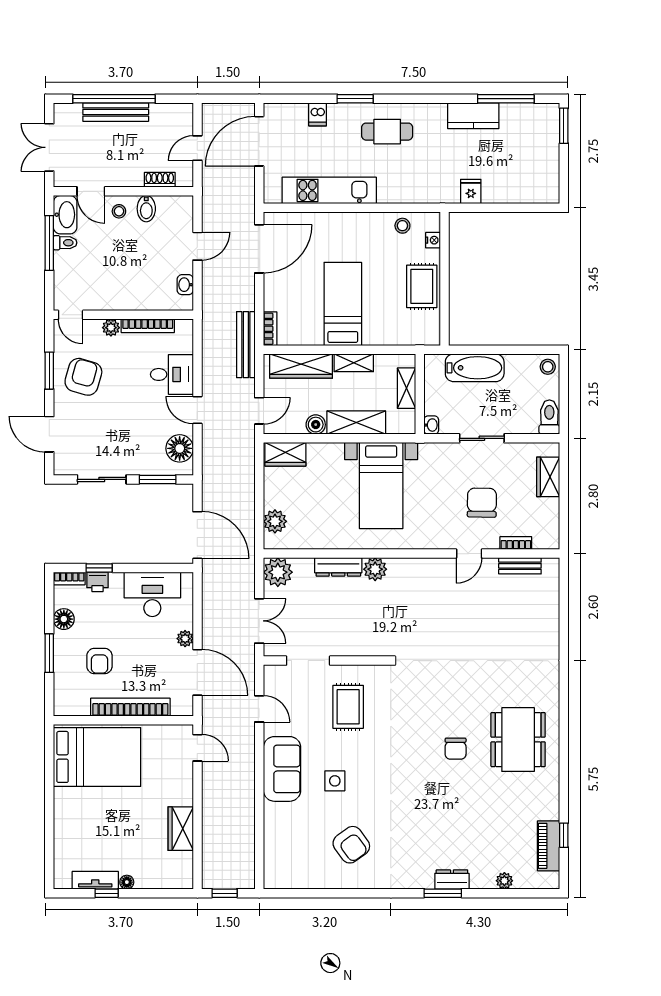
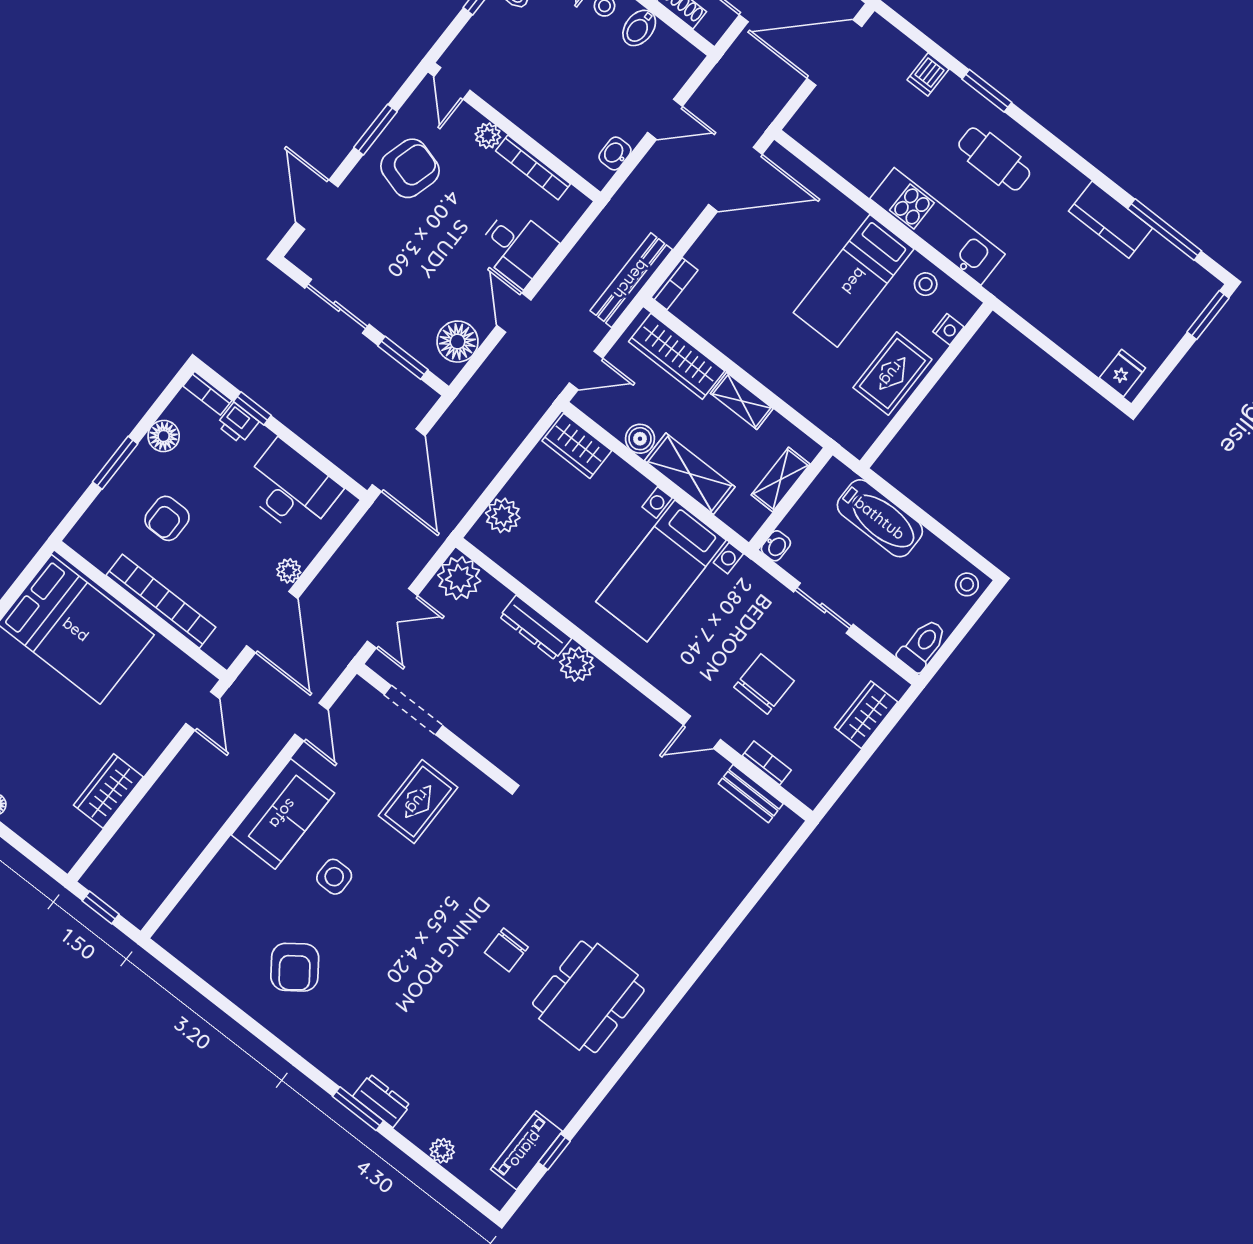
kitchen unit: (329, 190) -> (938, 226), moved
fridge: (471, 191) -> (1122, 373), moved
bed: (343, 304) -> (854, 281), moved, turned 180

